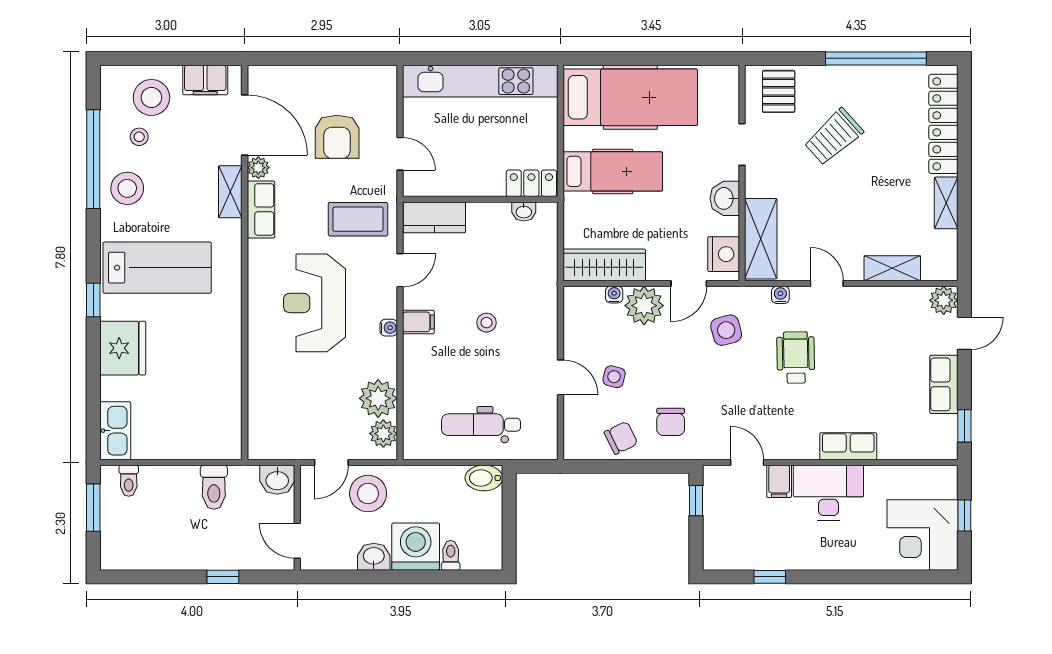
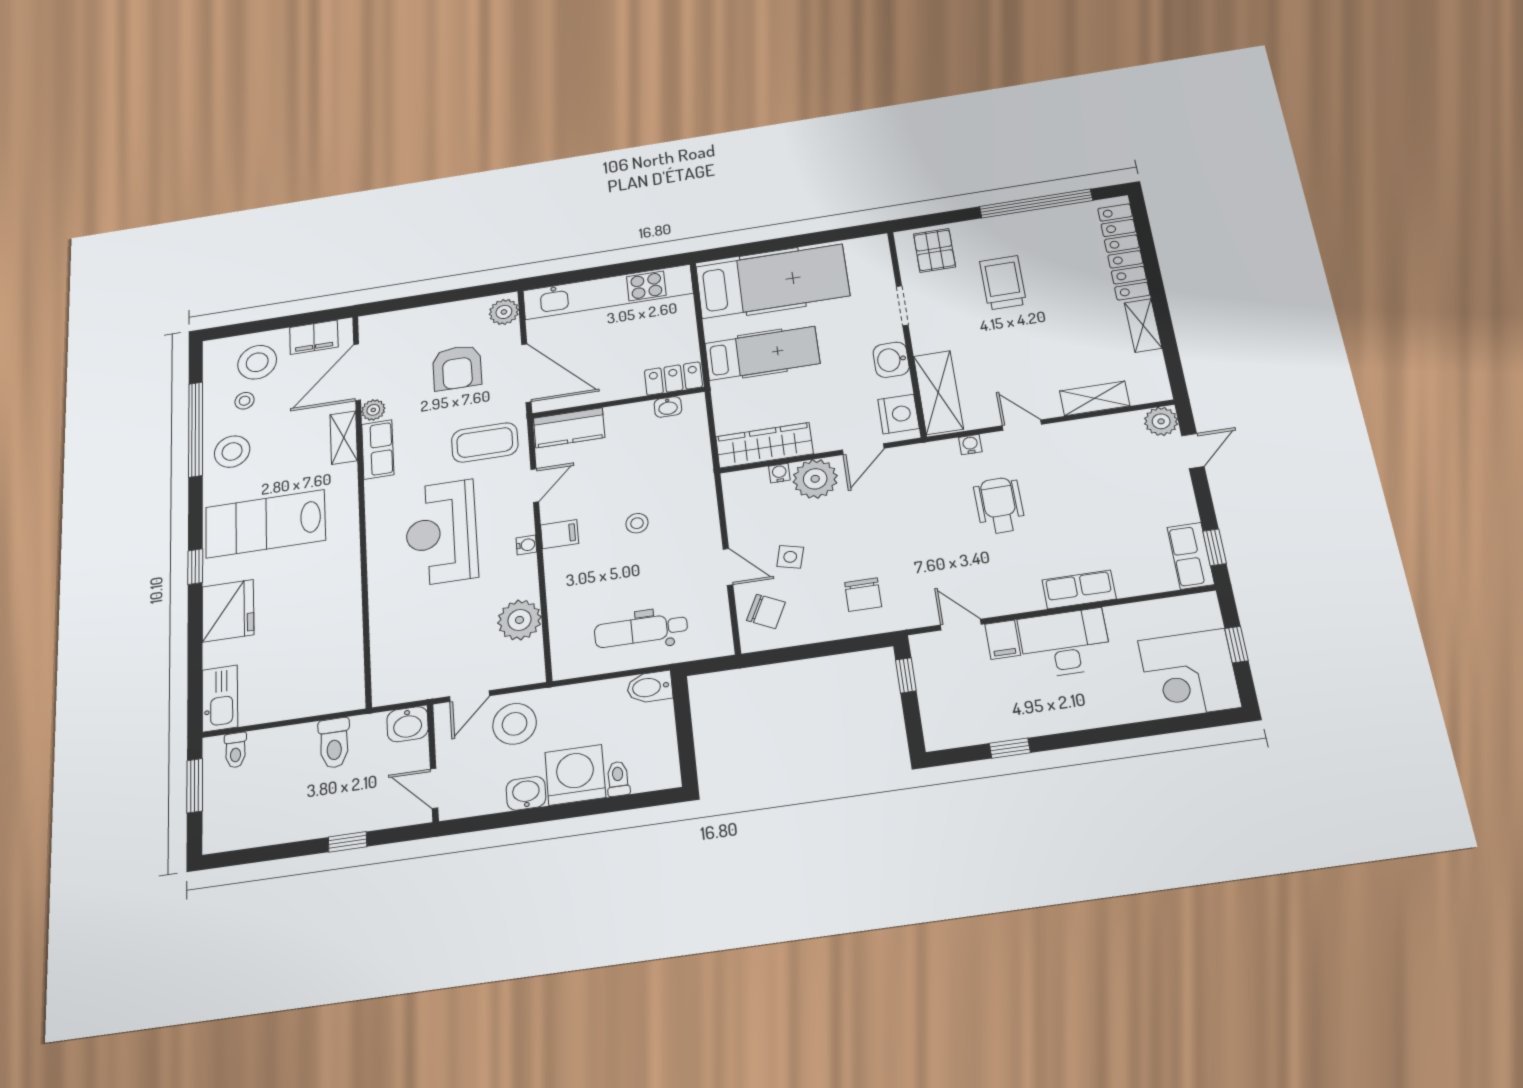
door: (245, 125) -> (357, 372), swing flipped
trolley: (834, 137) -> (1003, 283), turned 132
door: (400, 154) -> (526, 373), width x1.88
lab bench: (157, 268) -> (265, 524), turned 180
side table: (726, 330) -> (914, 490), removed
row of seats: (944, 384) -> (1191, 556), moved
plant: (383, 434) -> (504, 312), moved
chair: (621, 438) -> (766, 611), moved, turned 52

